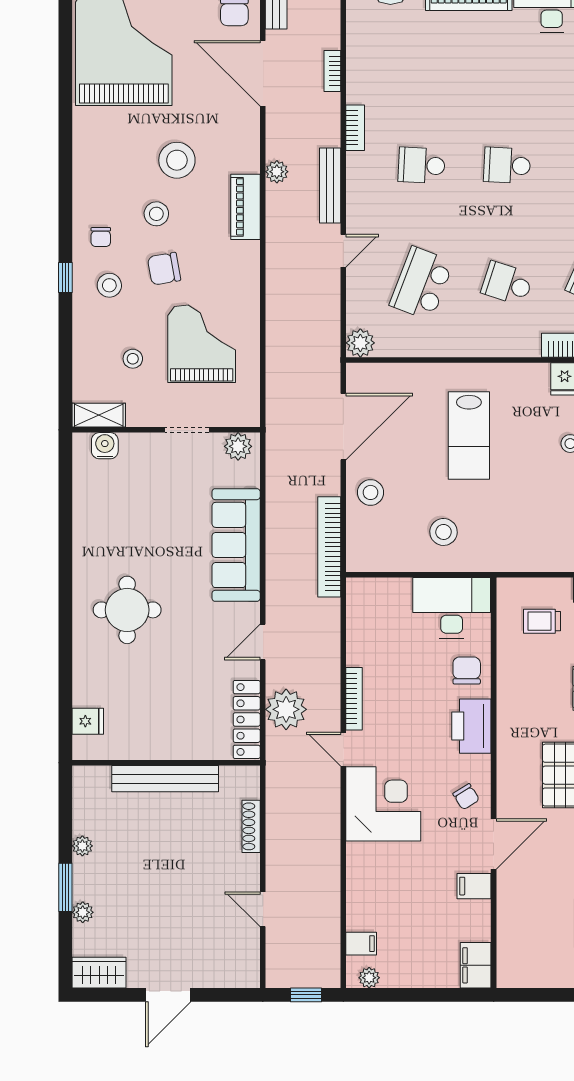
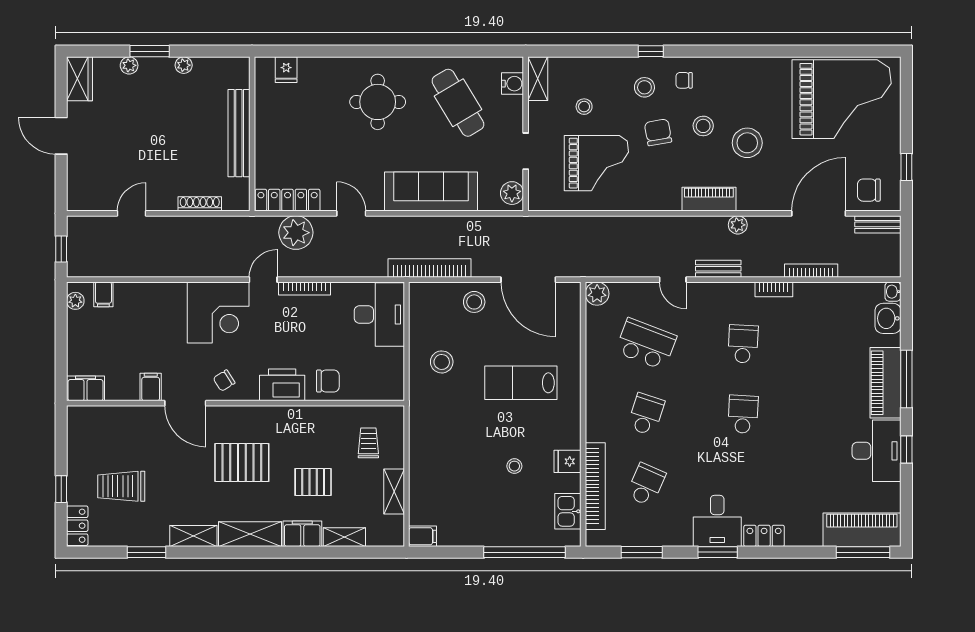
bookcase: (332, 71) -> (811, 271), width x1.56
bench: (330, 185) -> (718, 269), width x0.73
cafe table: (128, 512) -> (458, 103), added
desk: (452, 608) -> (379, 314), moved

